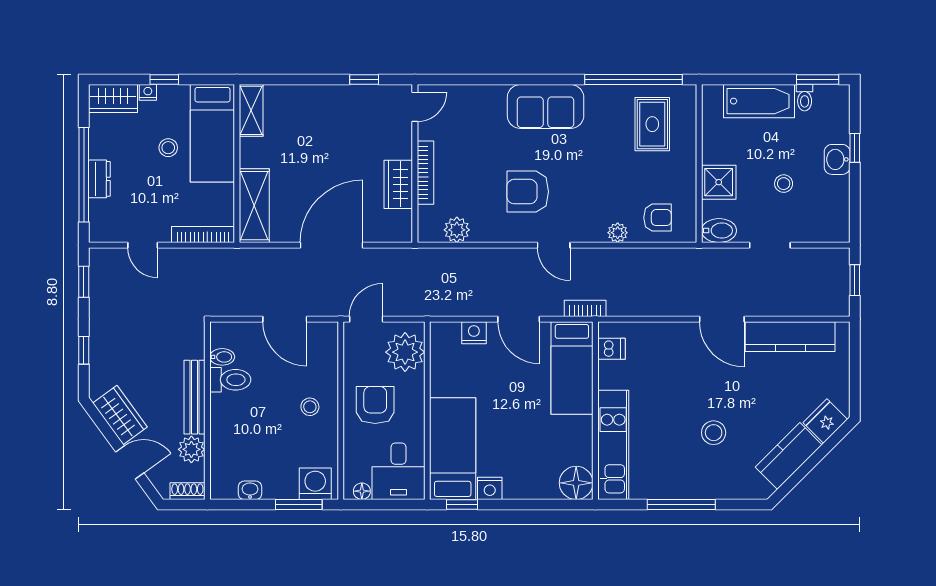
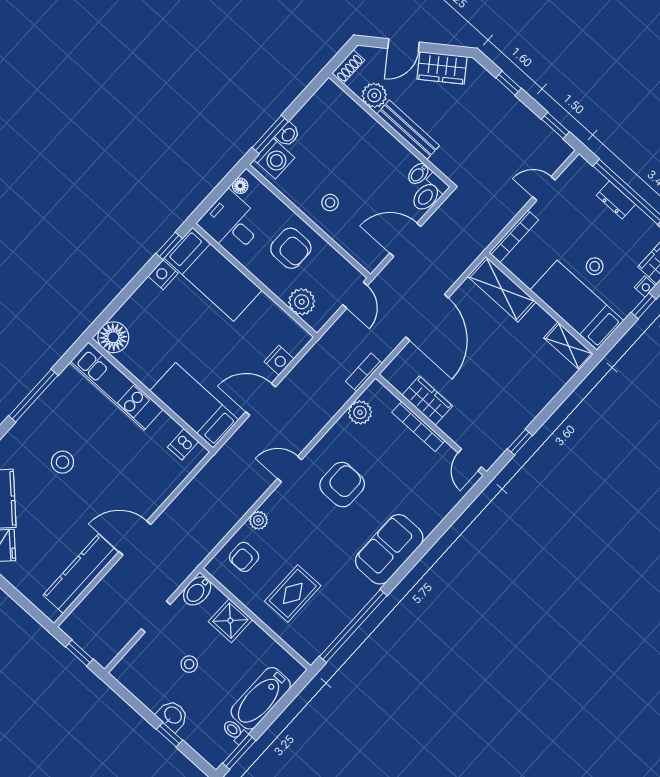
rug: (652, 124) -> (293, 593), moved, turned 90
bookcase: (585, 308) -> (364, 372), moved, turned 180
plant: (405, 352) -> (302, 302), width x0.73, depth x0.73
toilet: (230, 380) -> (429, 193), moved
washbasin: (250, 490) -> (288, 134), moved

